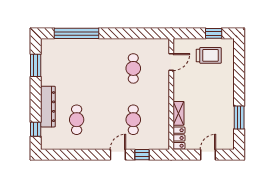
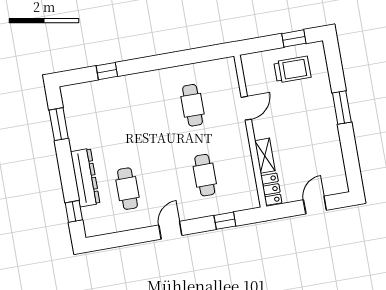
window: (77, 33) -> (107, 71), width x0.32
door: (171, 62) -> (246, 108), moved
window: (239, 118) -> (342, 108), moved
door: (118, 155) -> (170, 230), moved

